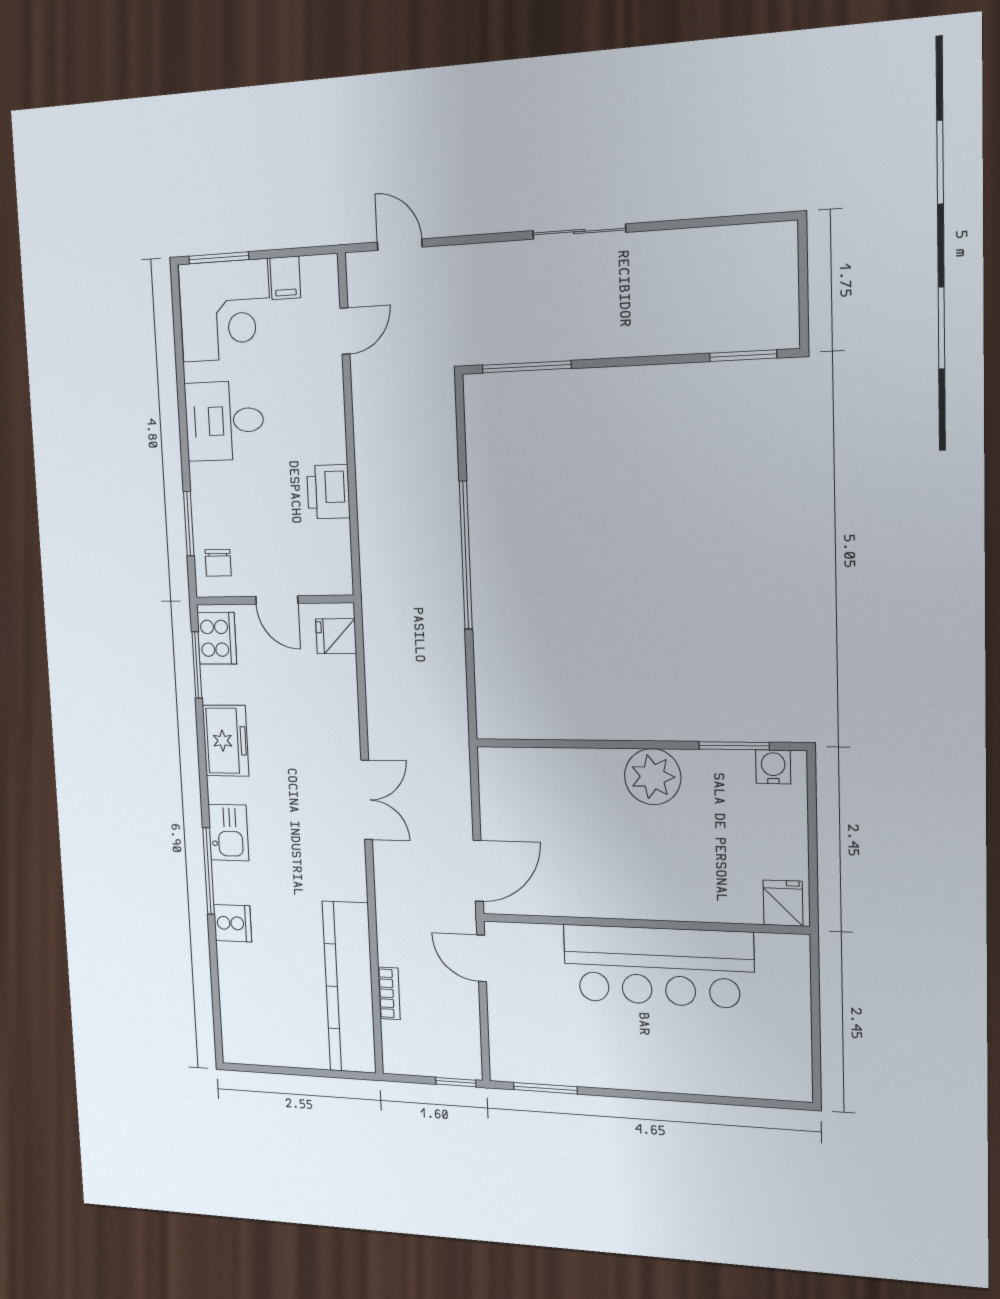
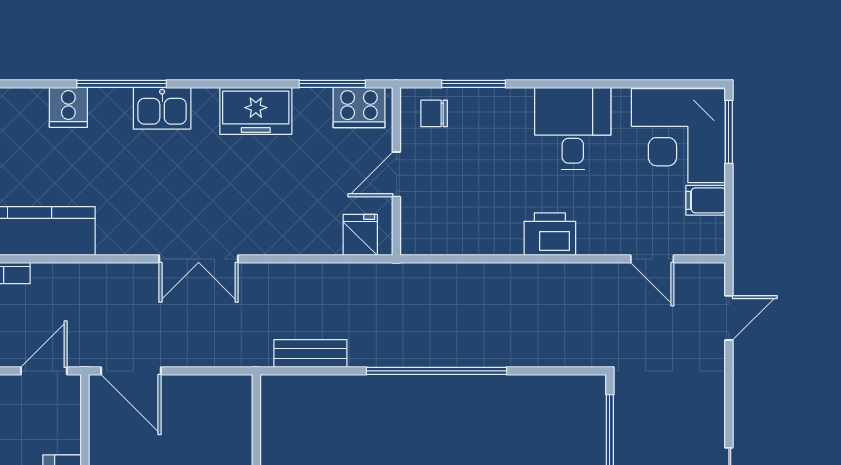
printer: (328, 492) -> (550, 234), moved
bench: (454, 687) -> (310, 354), added

